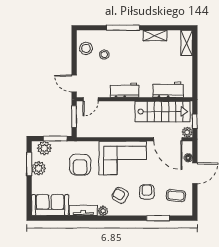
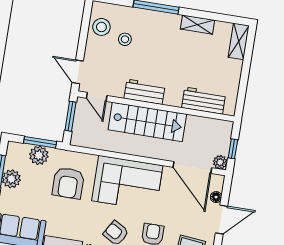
door: (91, 99) -> (97, 97), hinge flipped
stairs: (163, 112) -> (147, 122), moved
plant: (44, 148) -> (39, 155), moved

